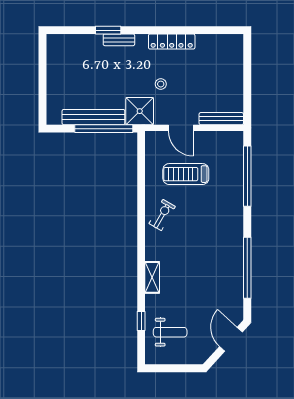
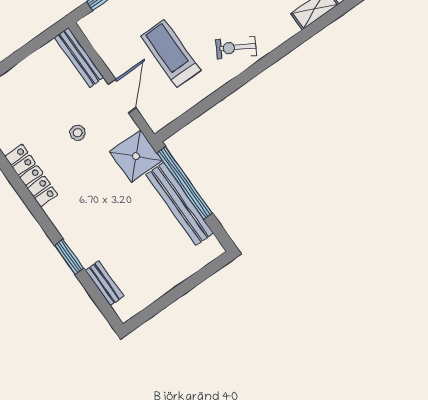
bench: (119, 40) -> (104, 283), moved
stool: (161, 84) -> (78, 133), moved
treadmill: (186, 174) -> (170, 53), turned 180

